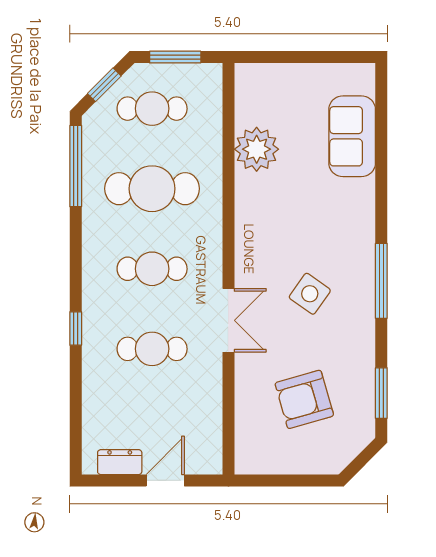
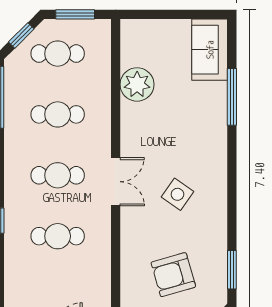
sofa: (352, 136) -> (210, 50), moved
cafe table: (152, 189) -> (58, 114), width x0.73, depth x0.74
window: (381, 281) -> (232, 97), moved
double door: (228, 320) -> (116, 182), moved

